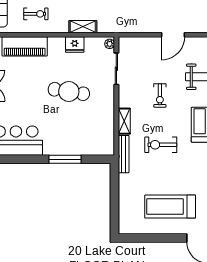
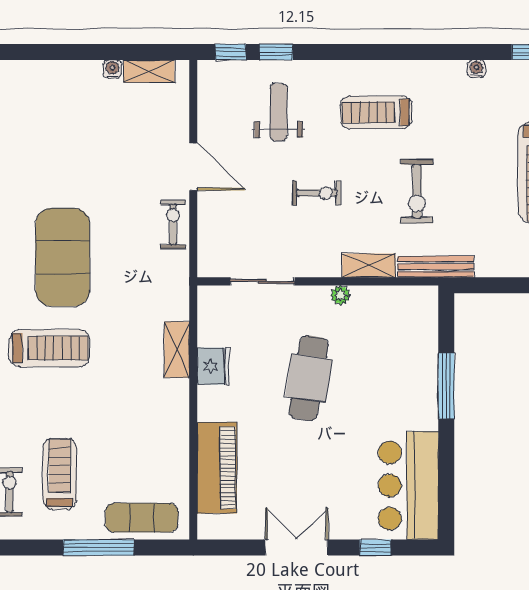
exercise bike: (36, 14) -> (173, 224), moved
plant: (110, 44) -> (340, 295), moved

